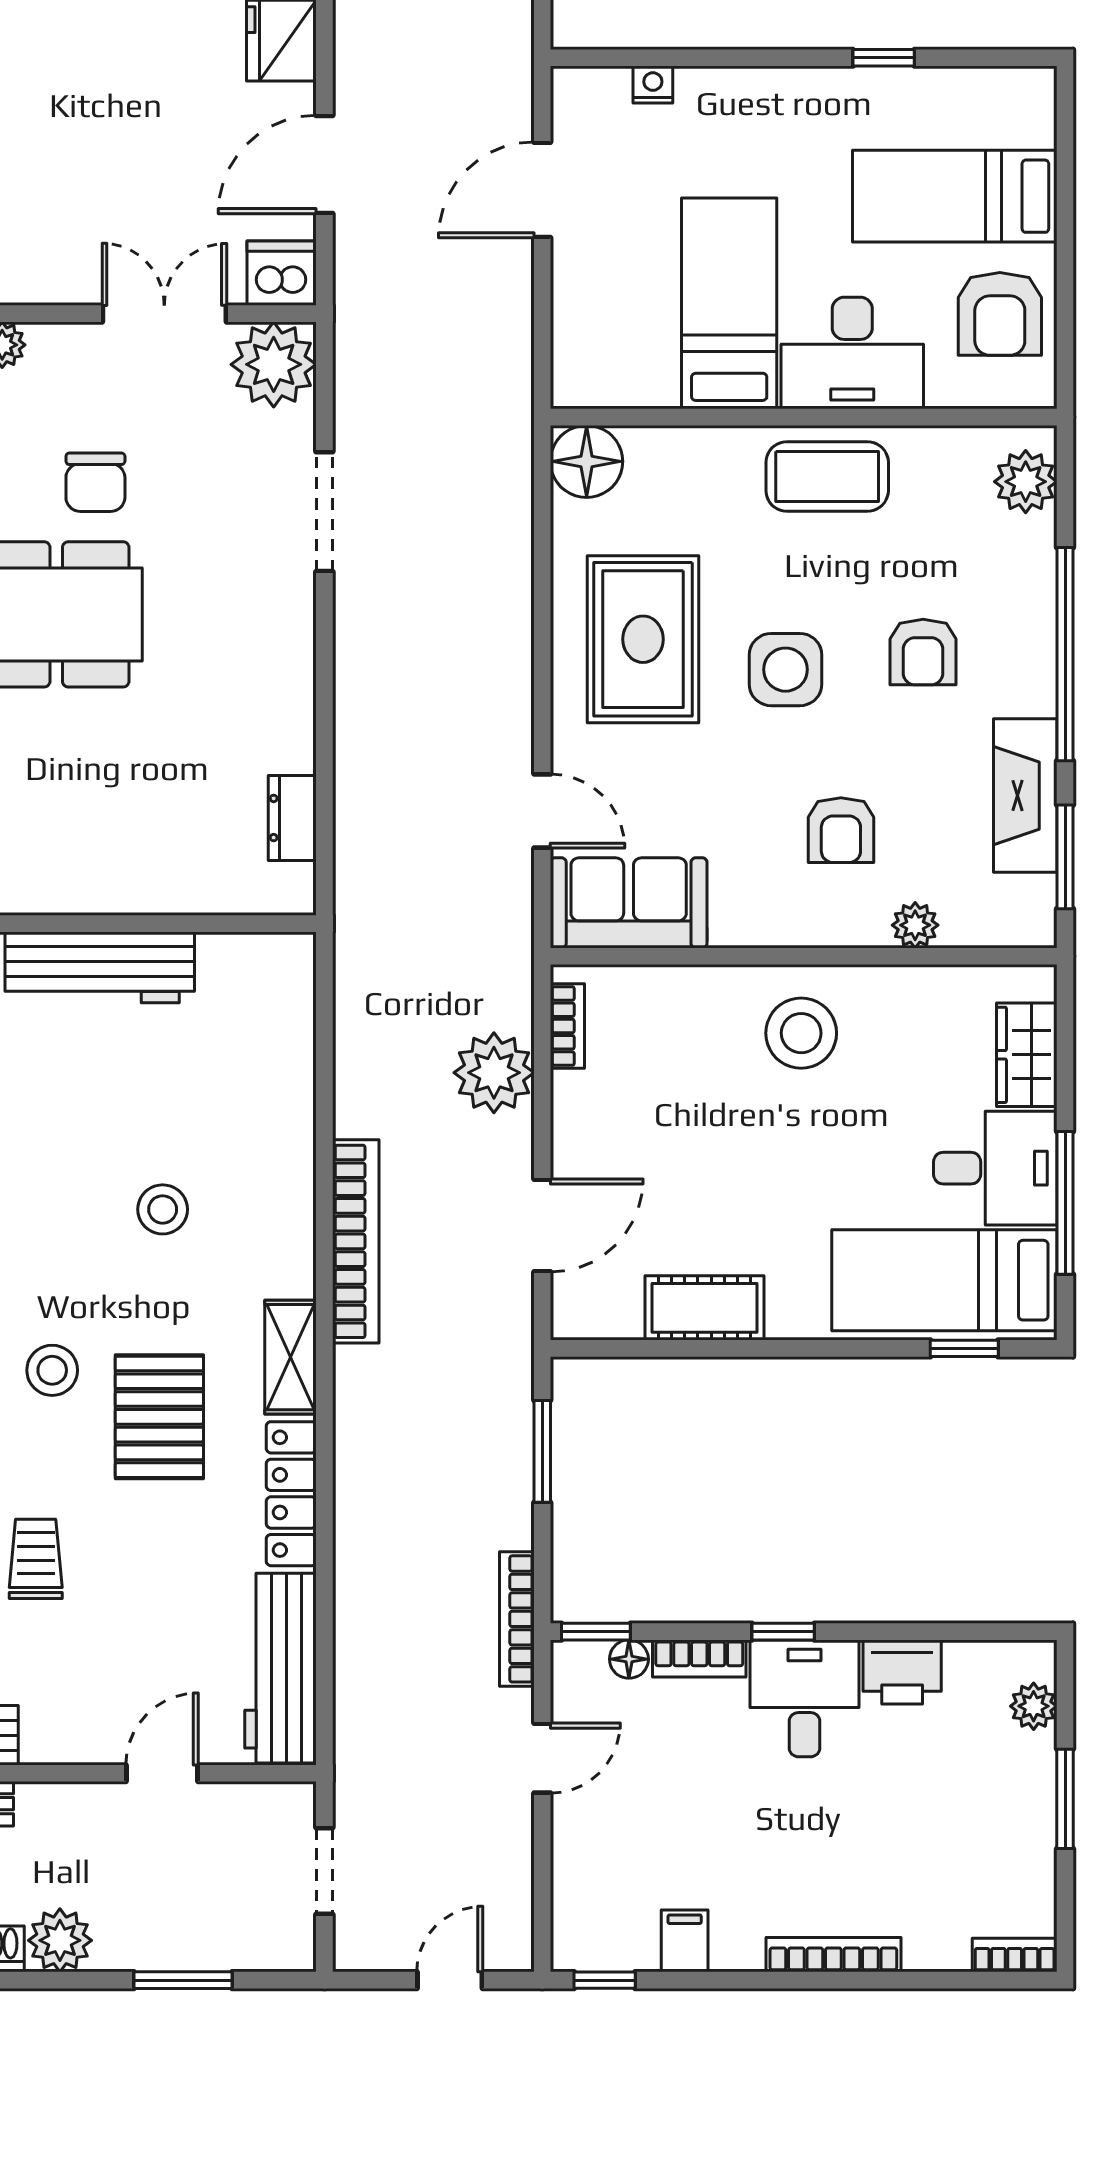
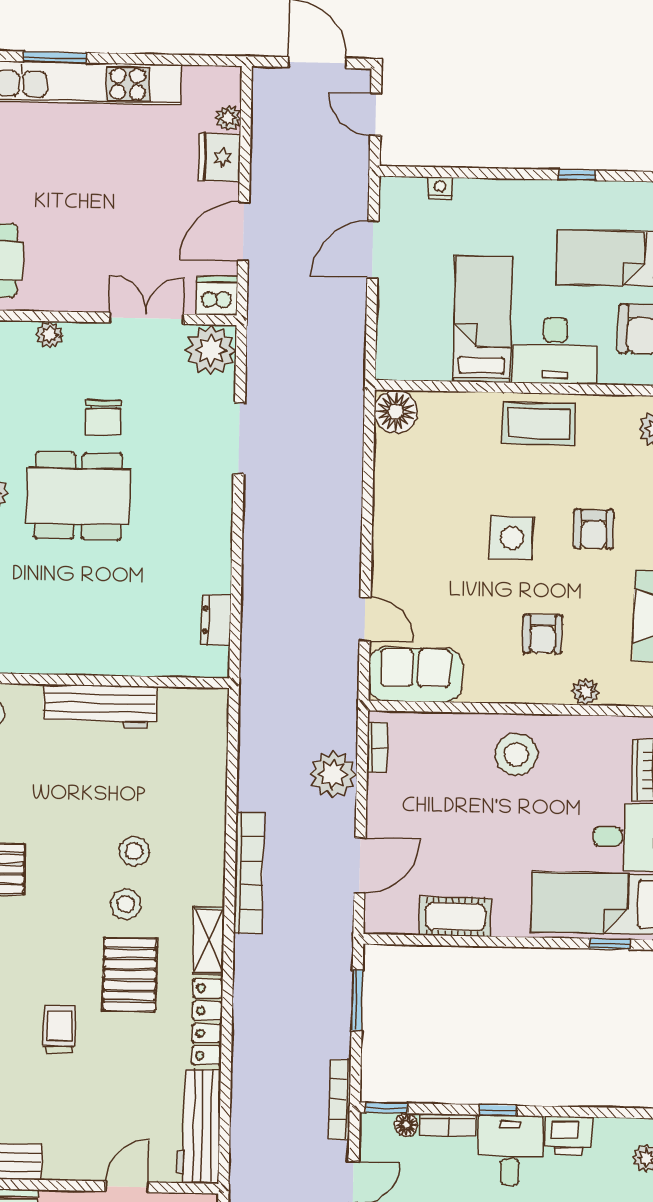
rug: (643, 639) -> (427, 518), removed
stool: (52, 1370) -> (126, 904), moved
trolley: (36, 1559) -> (60, 1029), moved

